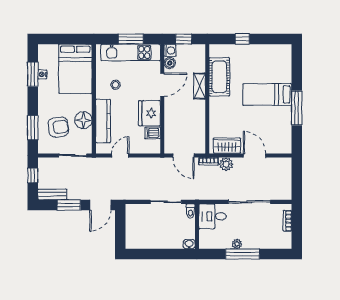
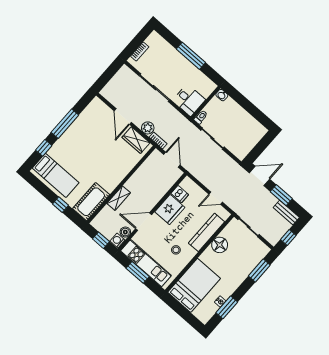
window: (297, 73) -> (44, 148), added
cot: (219, 77) -> (91, 202), moved
bed: (267, 94) -> (56, 175), moved
armchair: (58, 127) -> (241, 255), removed
plant: (237, 244) -> (189, 66), removed

